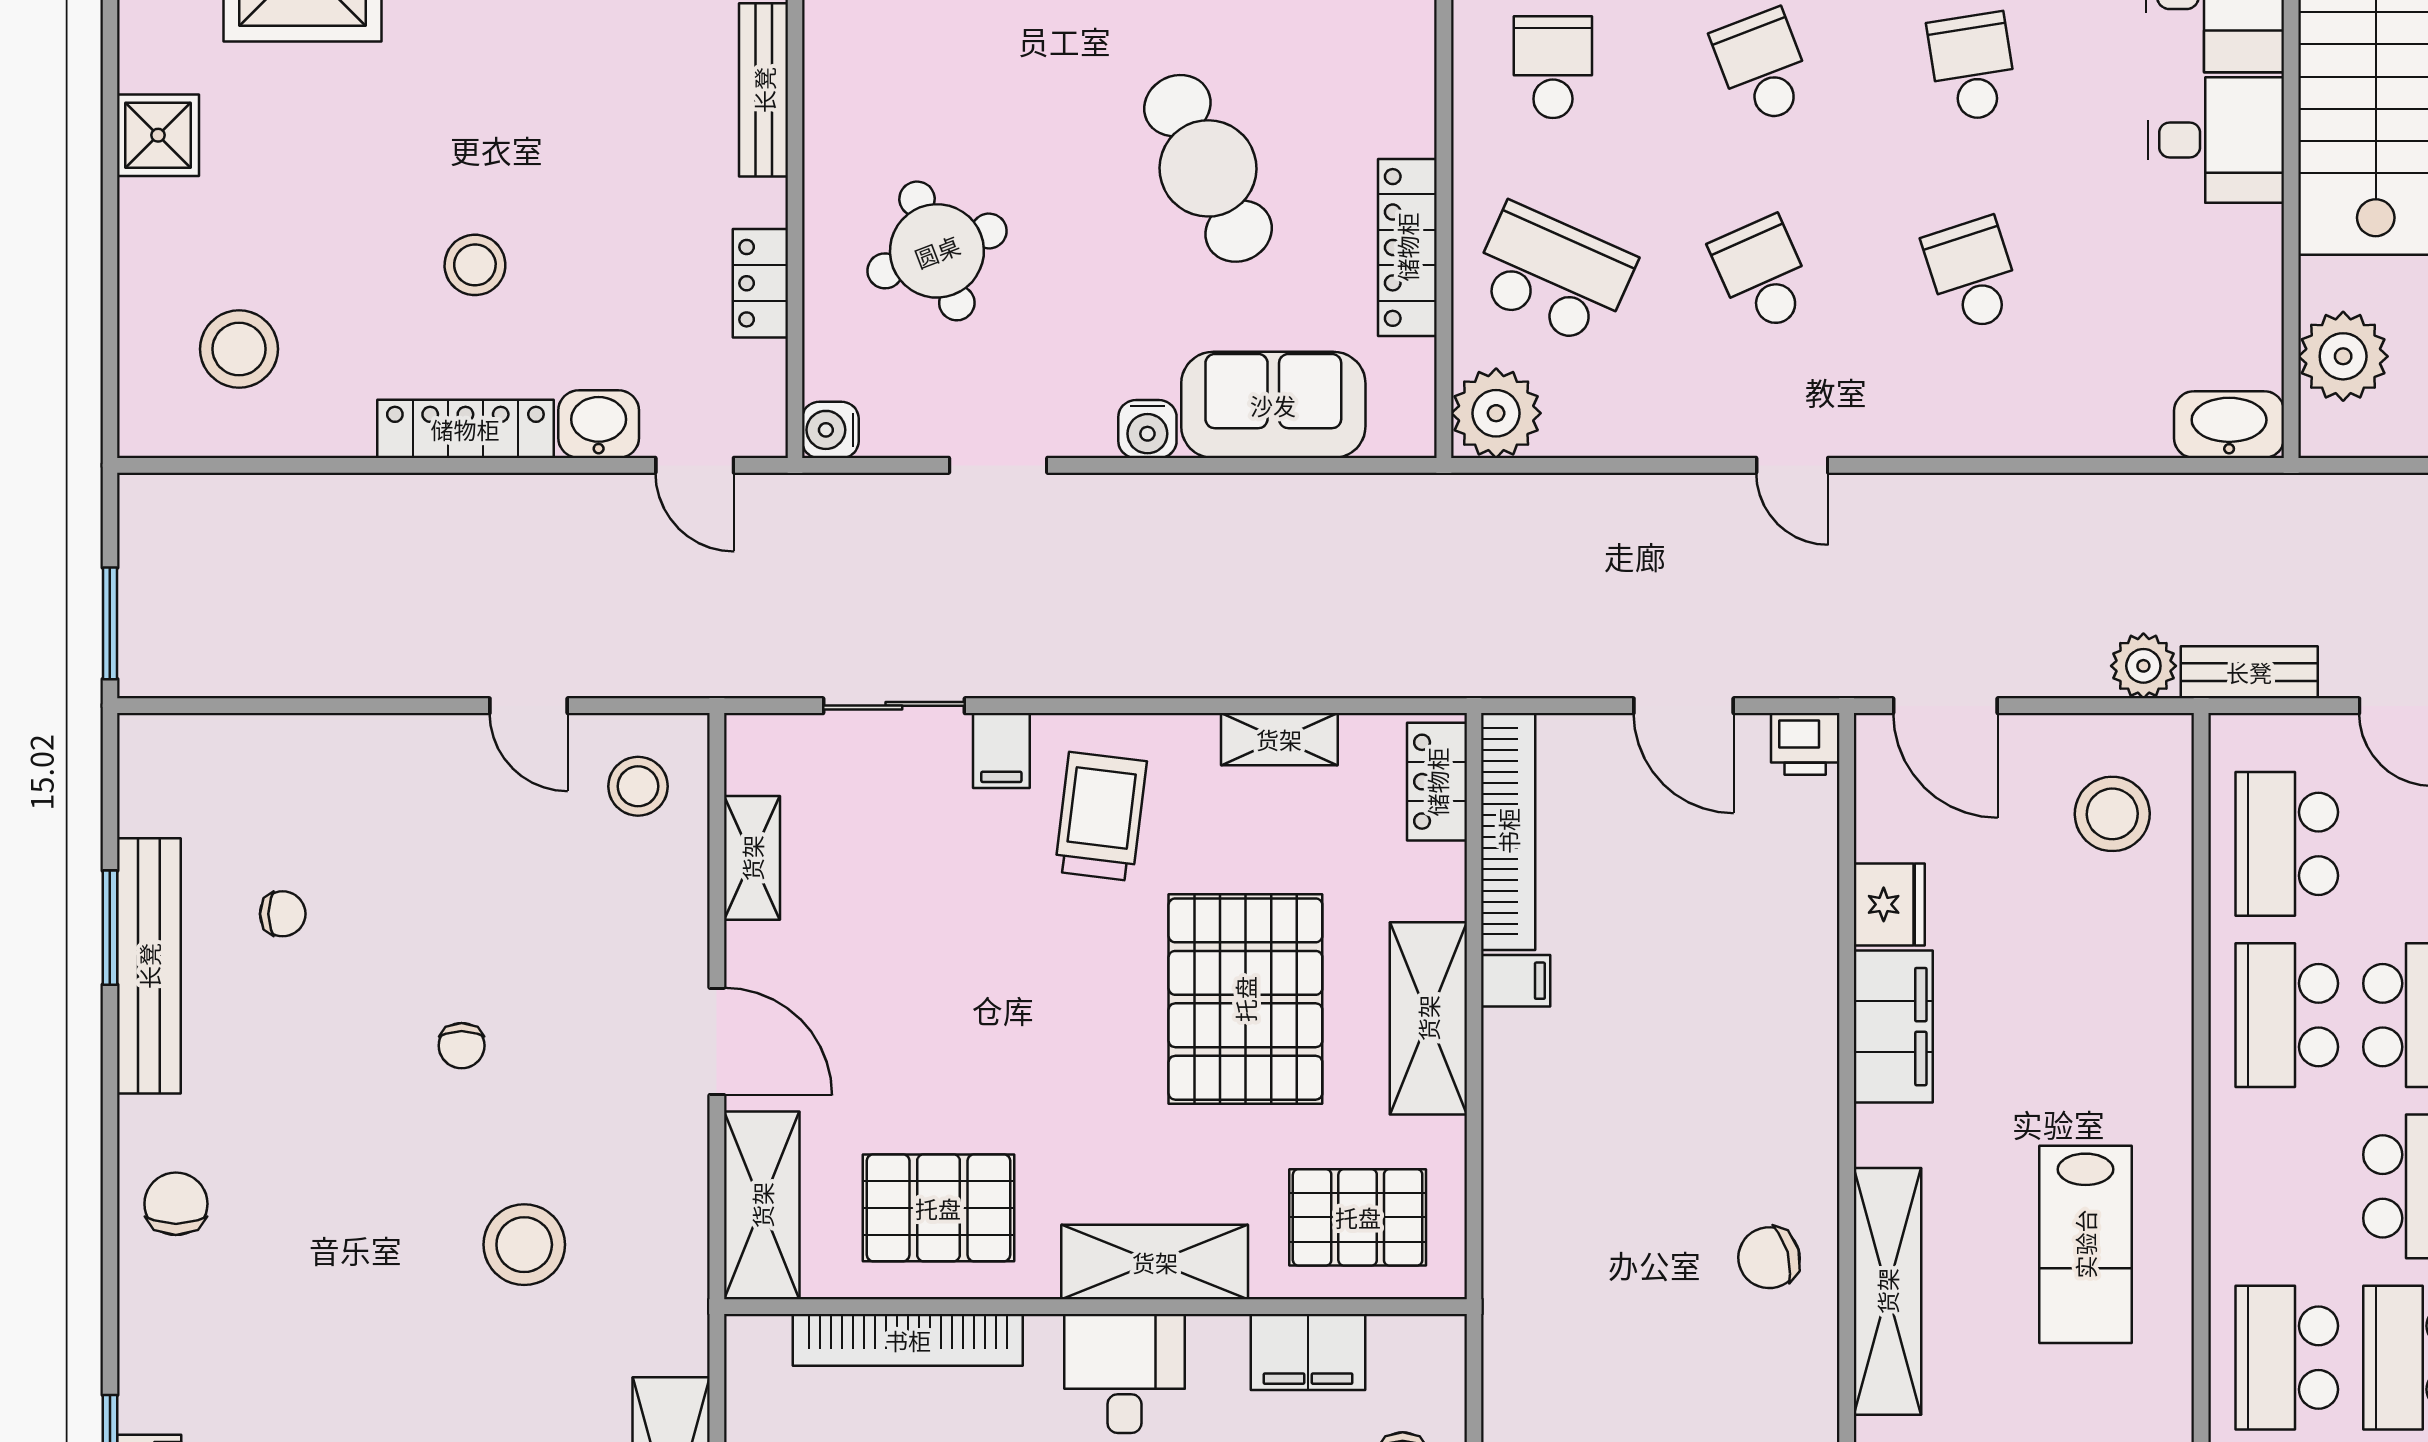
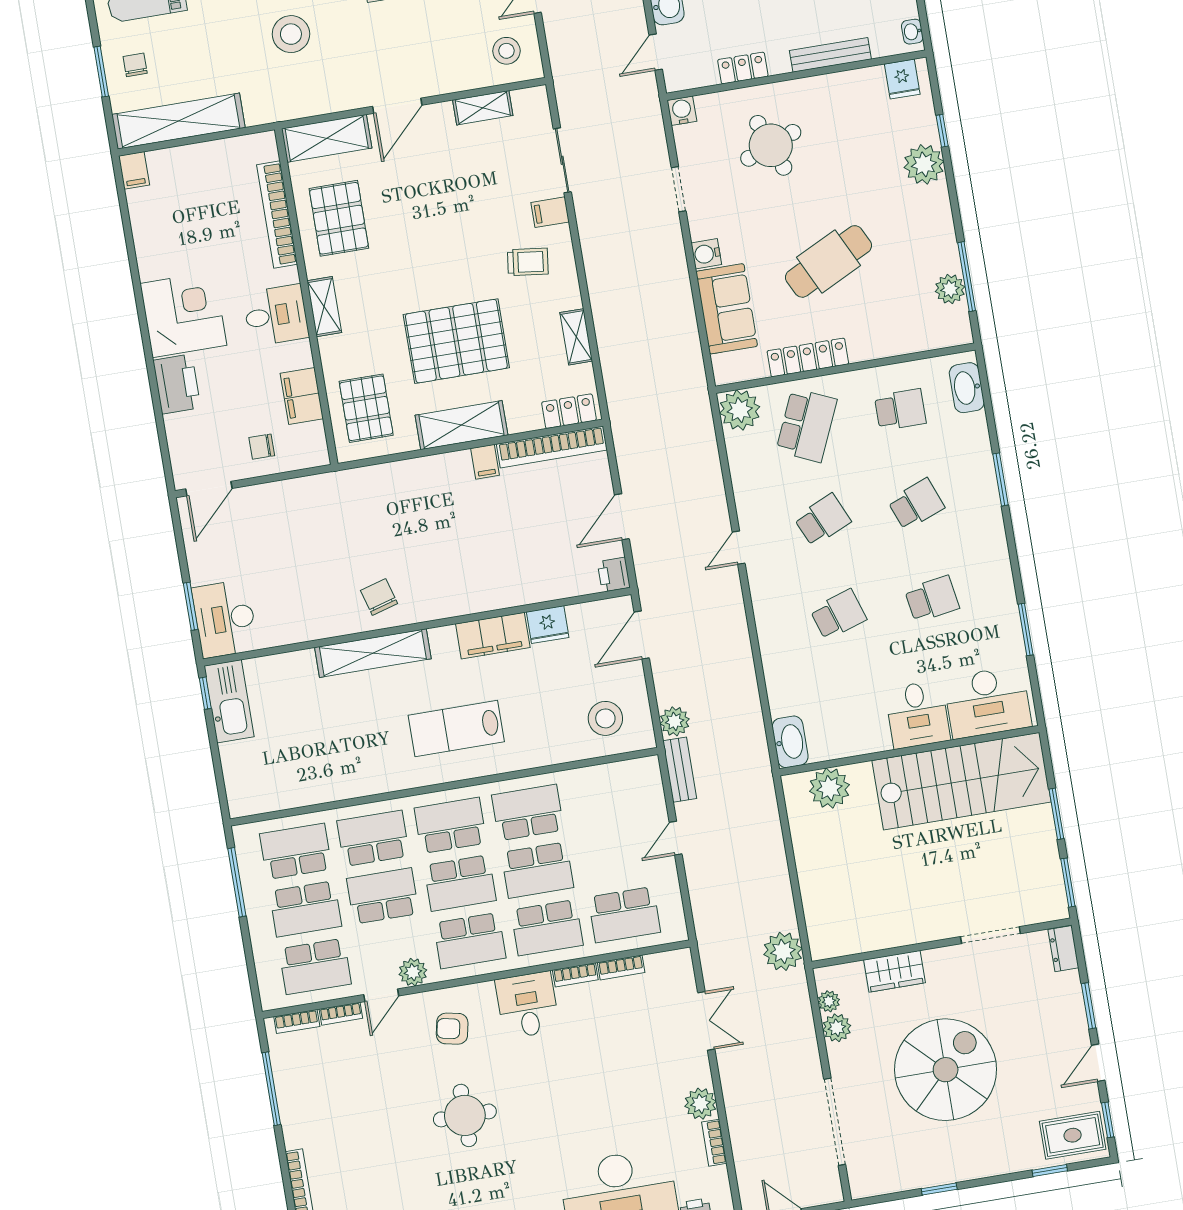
trolley: (1101, 816) -> (528, 262), width x0.73, depth x0.72
school desk: (2287, 844) -> (450, 825), moved
lab bench: (2085, 1244) -> (456, 728), moved
shelving: (1155, 1262) -> (324, 307), width x0.67, depth x0.75

